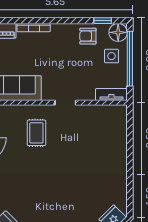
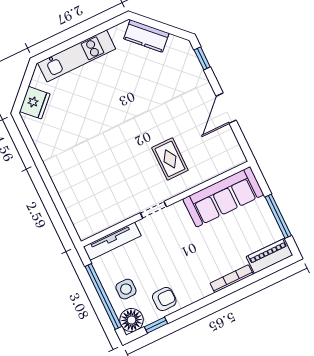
tv unit: (111, 95) -> (112, 241), width x1.41

